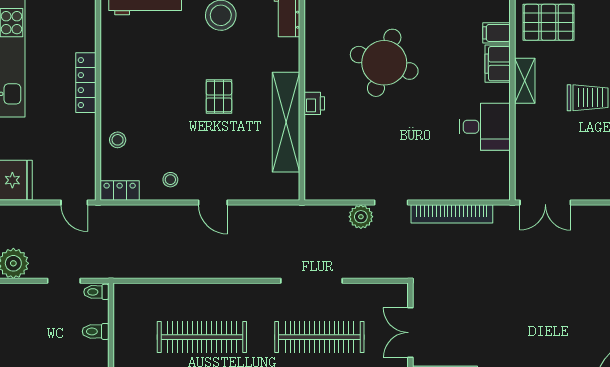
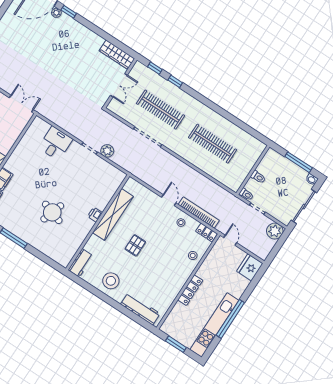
round table: (384, 63) -> (52, 212), width x0.73, depth x0.73
desk: (485, 127) -> (55, 143), moved, turned 90
bookcase: (452, 214) -> (199, 213), moved

